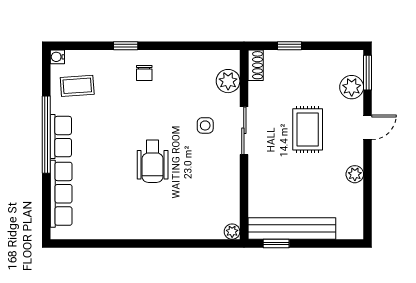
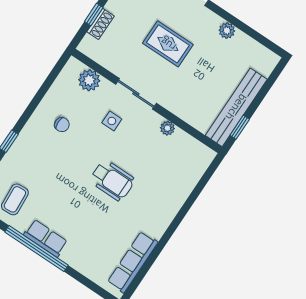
shoe rack: (256, 65) -> (100, 24), moved, turned 90
chair: (144, 73) -> (62, 125), moved
row of seats: (61, 194) -> (133, 262), moved, turned -90
plant: (232, 232) -> (167, 128), moved

